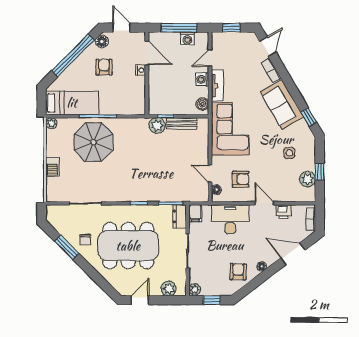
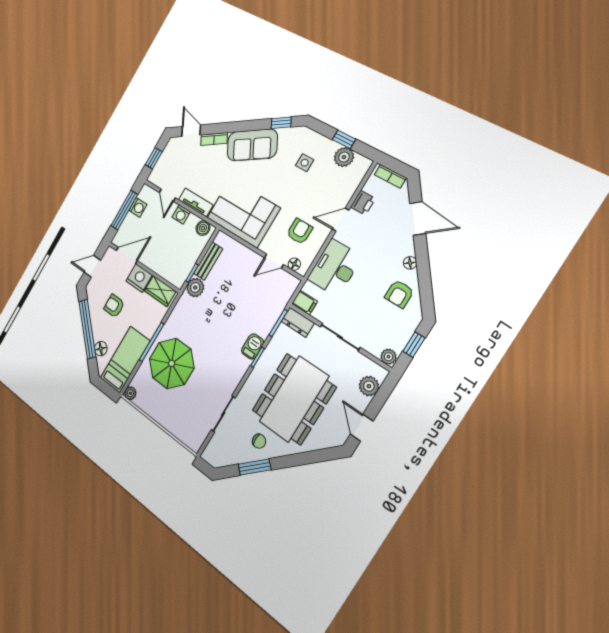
floor lamp: (102, 41) -> (101, 349), moved
nightstand: (141, 70) -> (139, 278), width x1.89, depth x1.79
wardrobe: (138, 99) -> (160, 291), added
barbecue: (52, 167) -> (253, 346), moved, turned -90
door: (293, 254) -> (418, 218), swing flipped
armchair: (238, 272) -> (399, 294), turned -92

